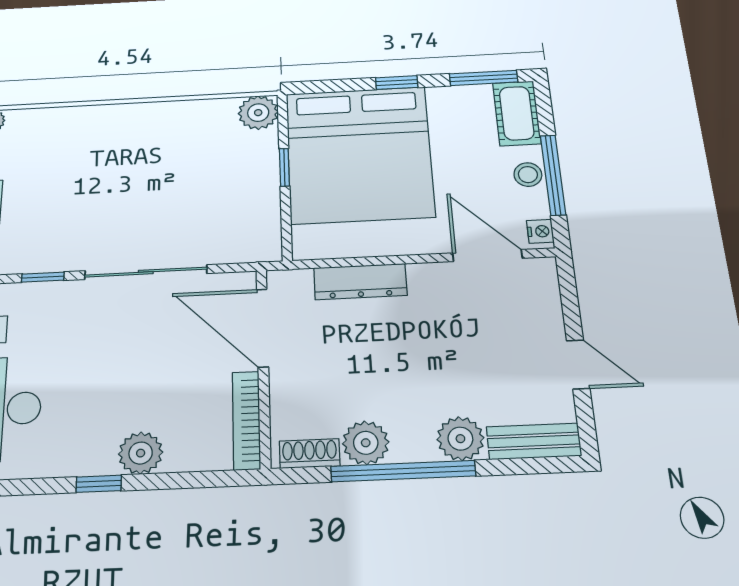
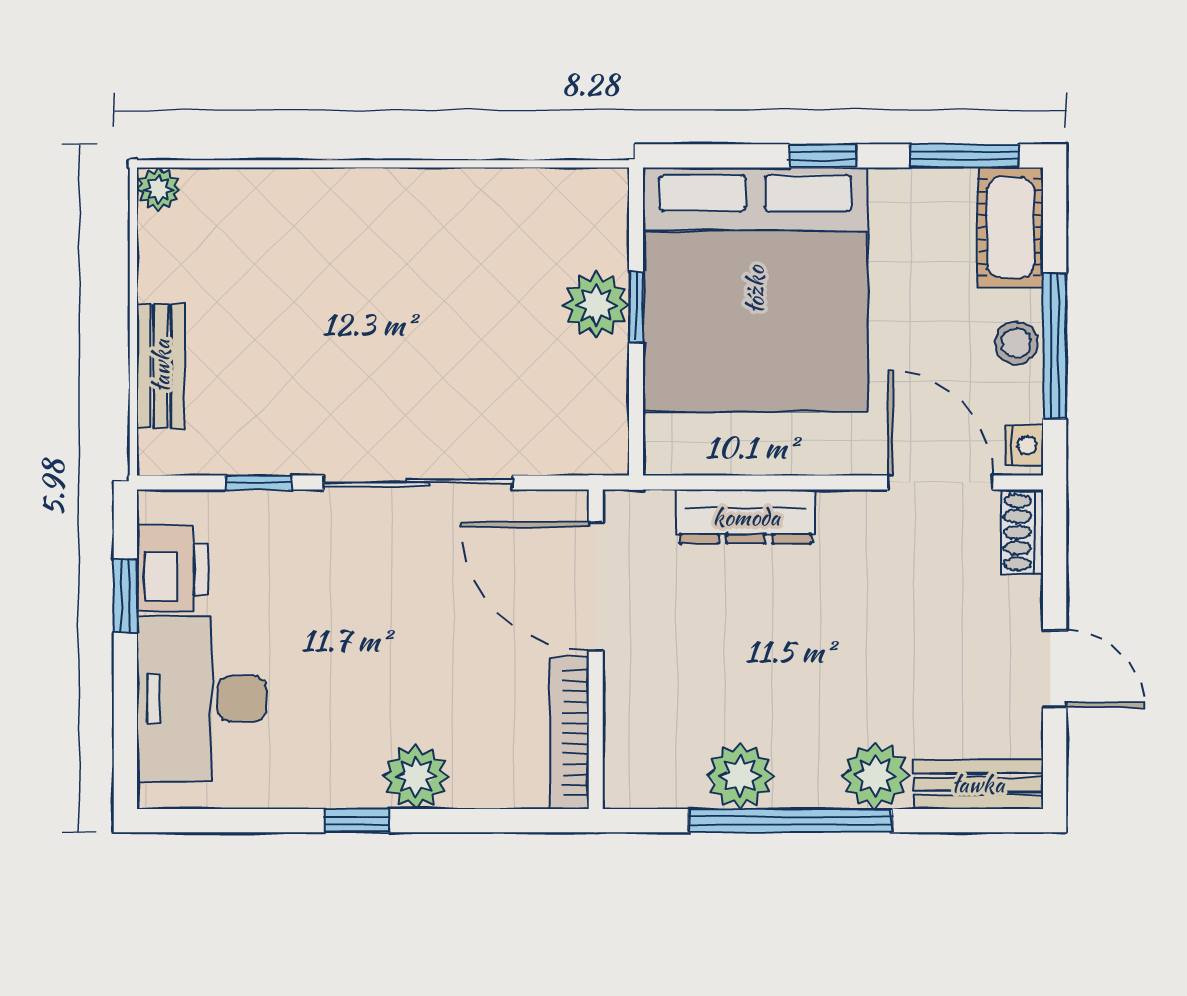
plant: (258, 113) -> (596, 305), moved
shoe rack: (310, 454) -> (1022, 532), moved, turned -90

